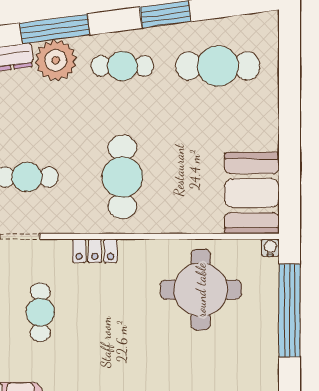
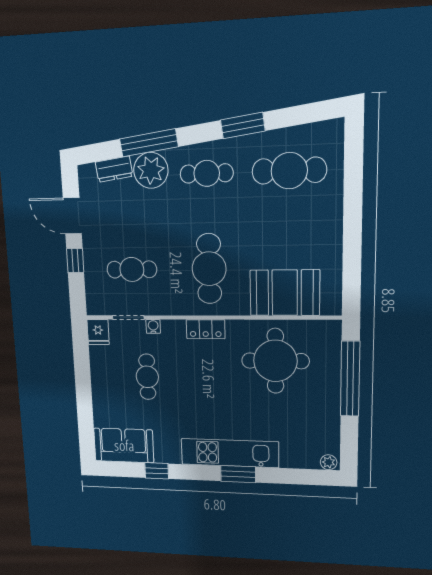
booth: (252, 193) -> (285, 293), moved, turned 90
water cooler: (270, 248) -> (153, 326), moved
locker: (95, 251) -> (206, 329), moved

